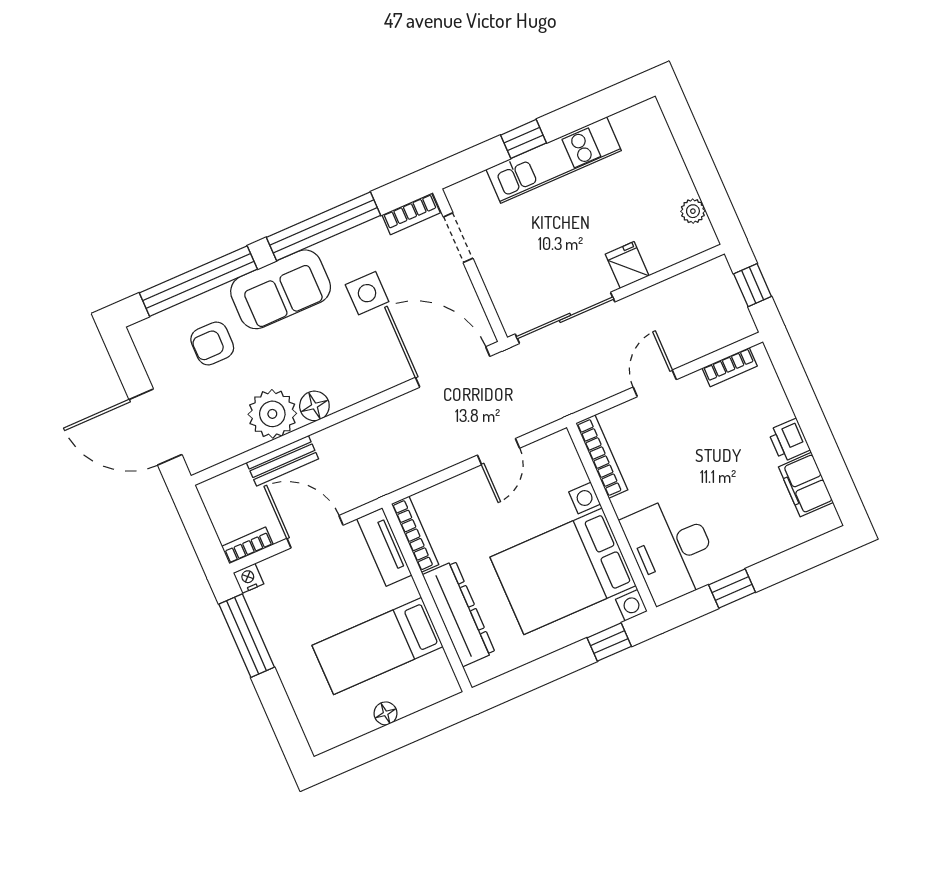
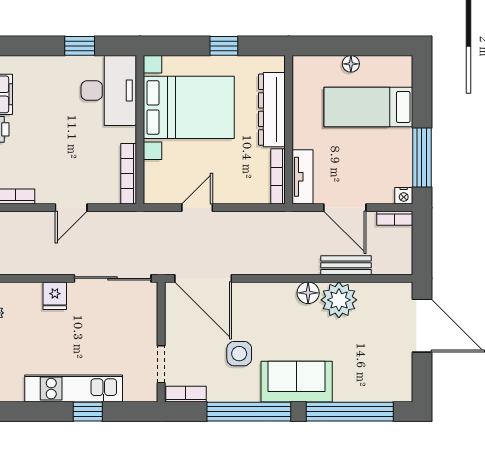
armchair: (212, 343) -> (359, 365), removed
window: (609, 642) -> (224, 46), moved
bed: (378, 646) -> (368, 107), moved, turned 180

